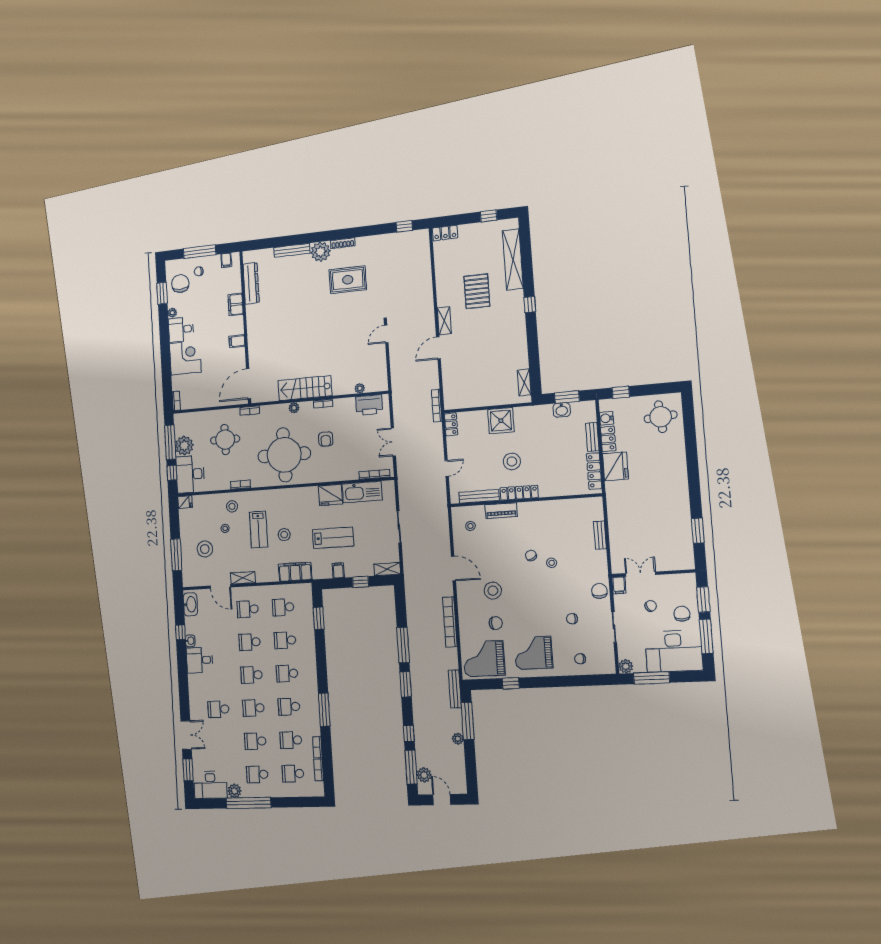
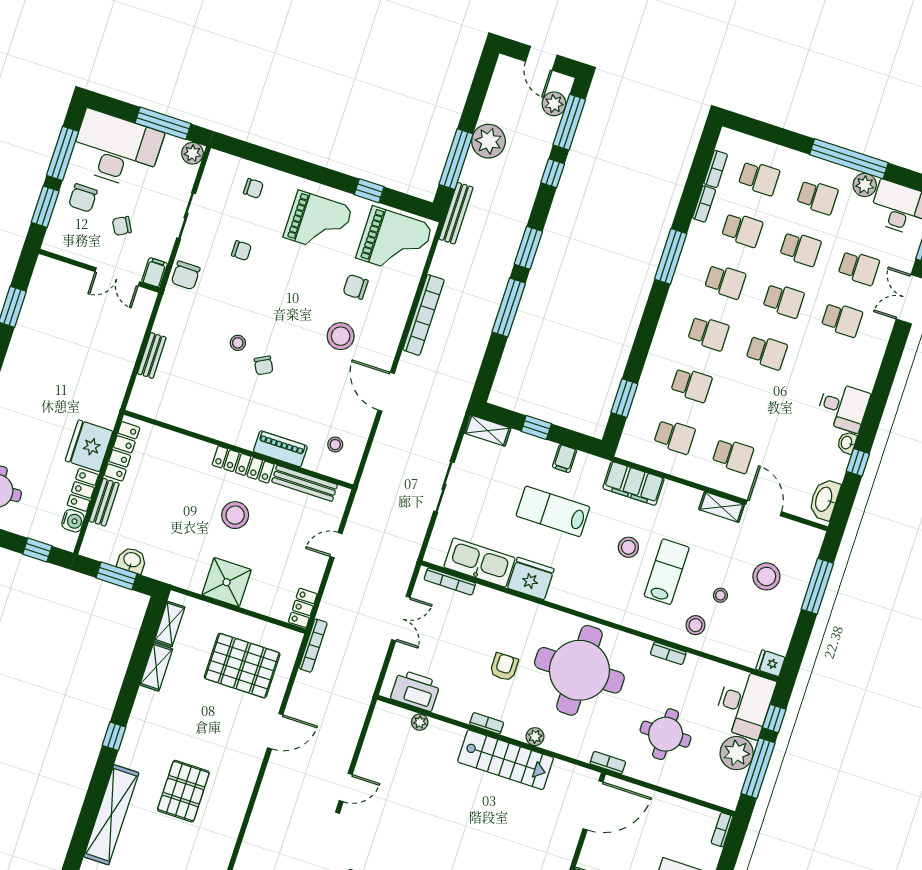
shelving: (444, 321) -> (156, 667), moved
pallet: (472, 377) -> (242, 666), added
school desk: (250, 642) -> (859, 268), moved
plant: (458, 739) -> (488, 141), width x1.88, depth x1.88

